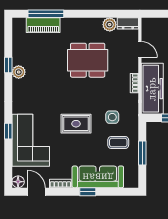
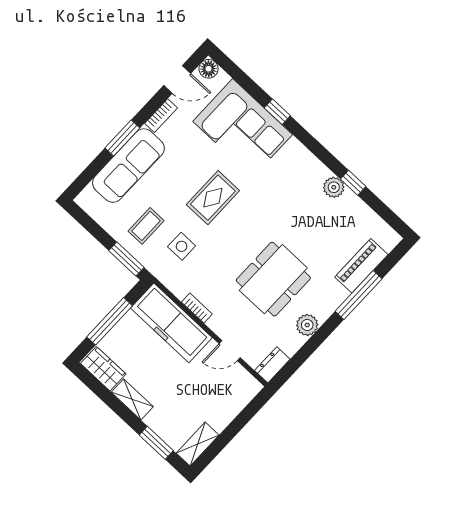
window: (46, 14) -> (359, 295), moved
plant: (110, 25) -> (307, 325), moved
window: (142, 153) -> (126, 259), moved
window: (88, 192) -> (122, 138), width x1.50

